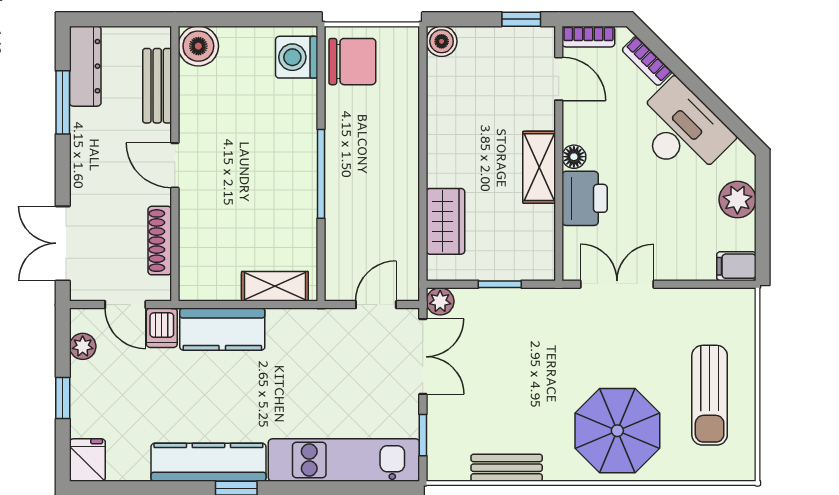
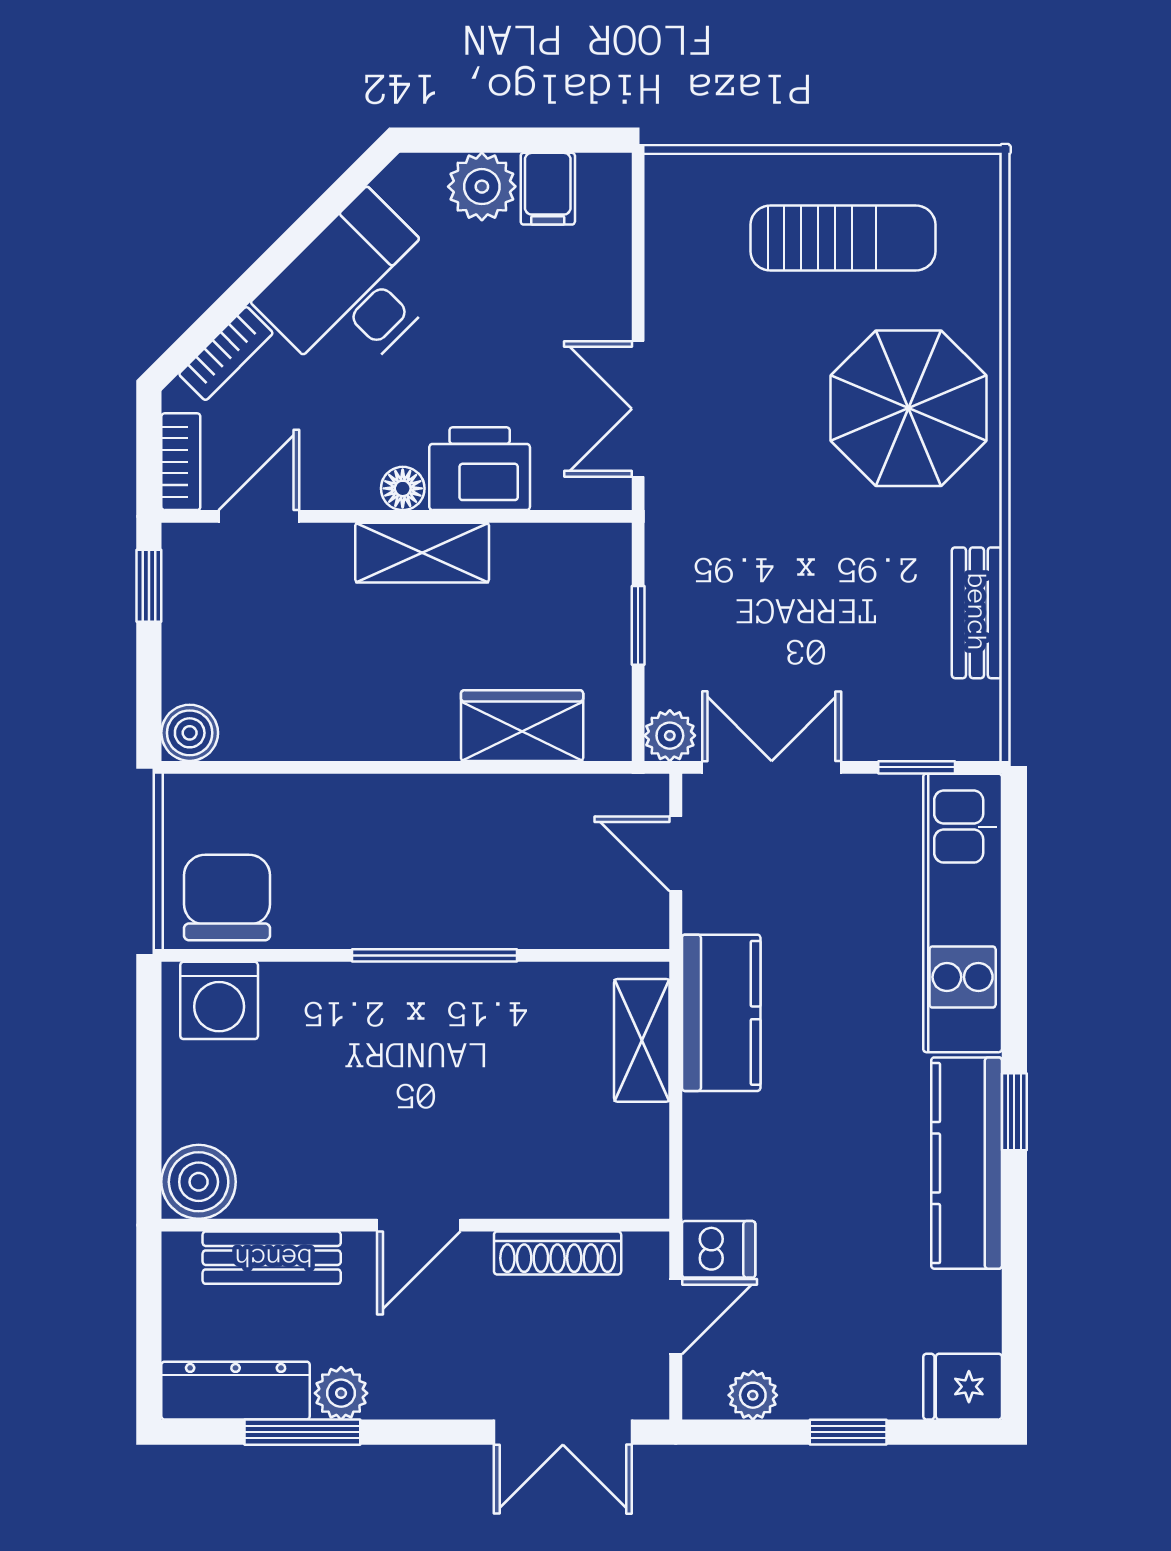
plant: (84, 123) -> (341, 1393), added
filing cabinet: (736, 266) -> (548, 189), moved
kitchen counter: (222, 329) -> (721, 1013), moved

